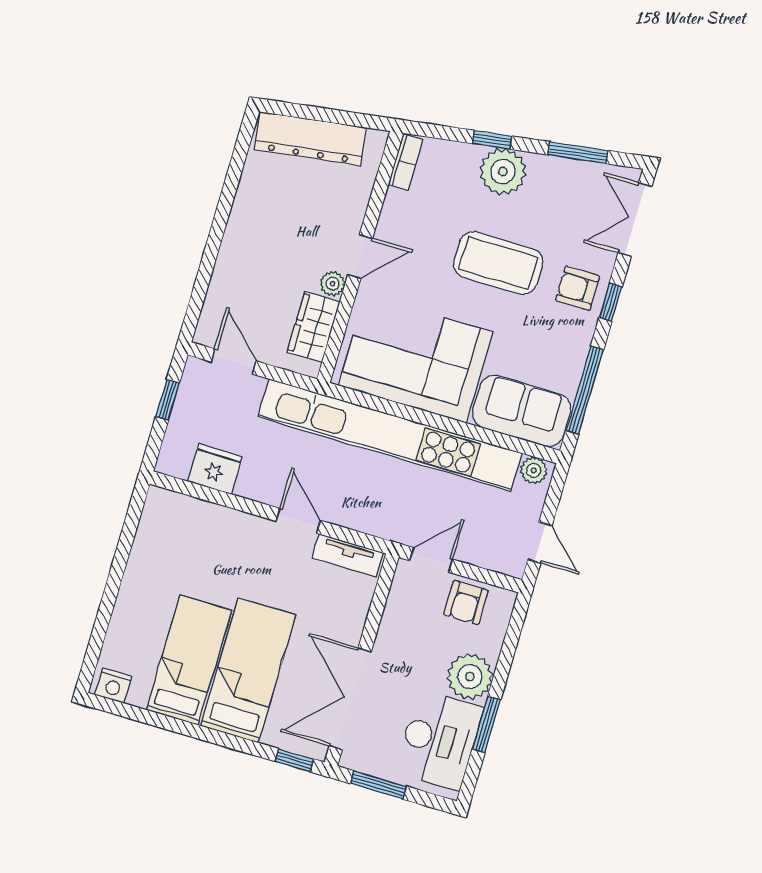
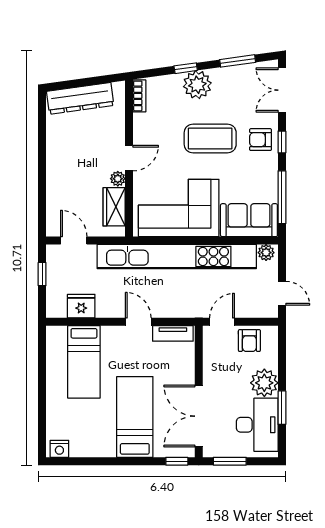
bed: (189, 660) -> (84, 362), moved, turned 180

